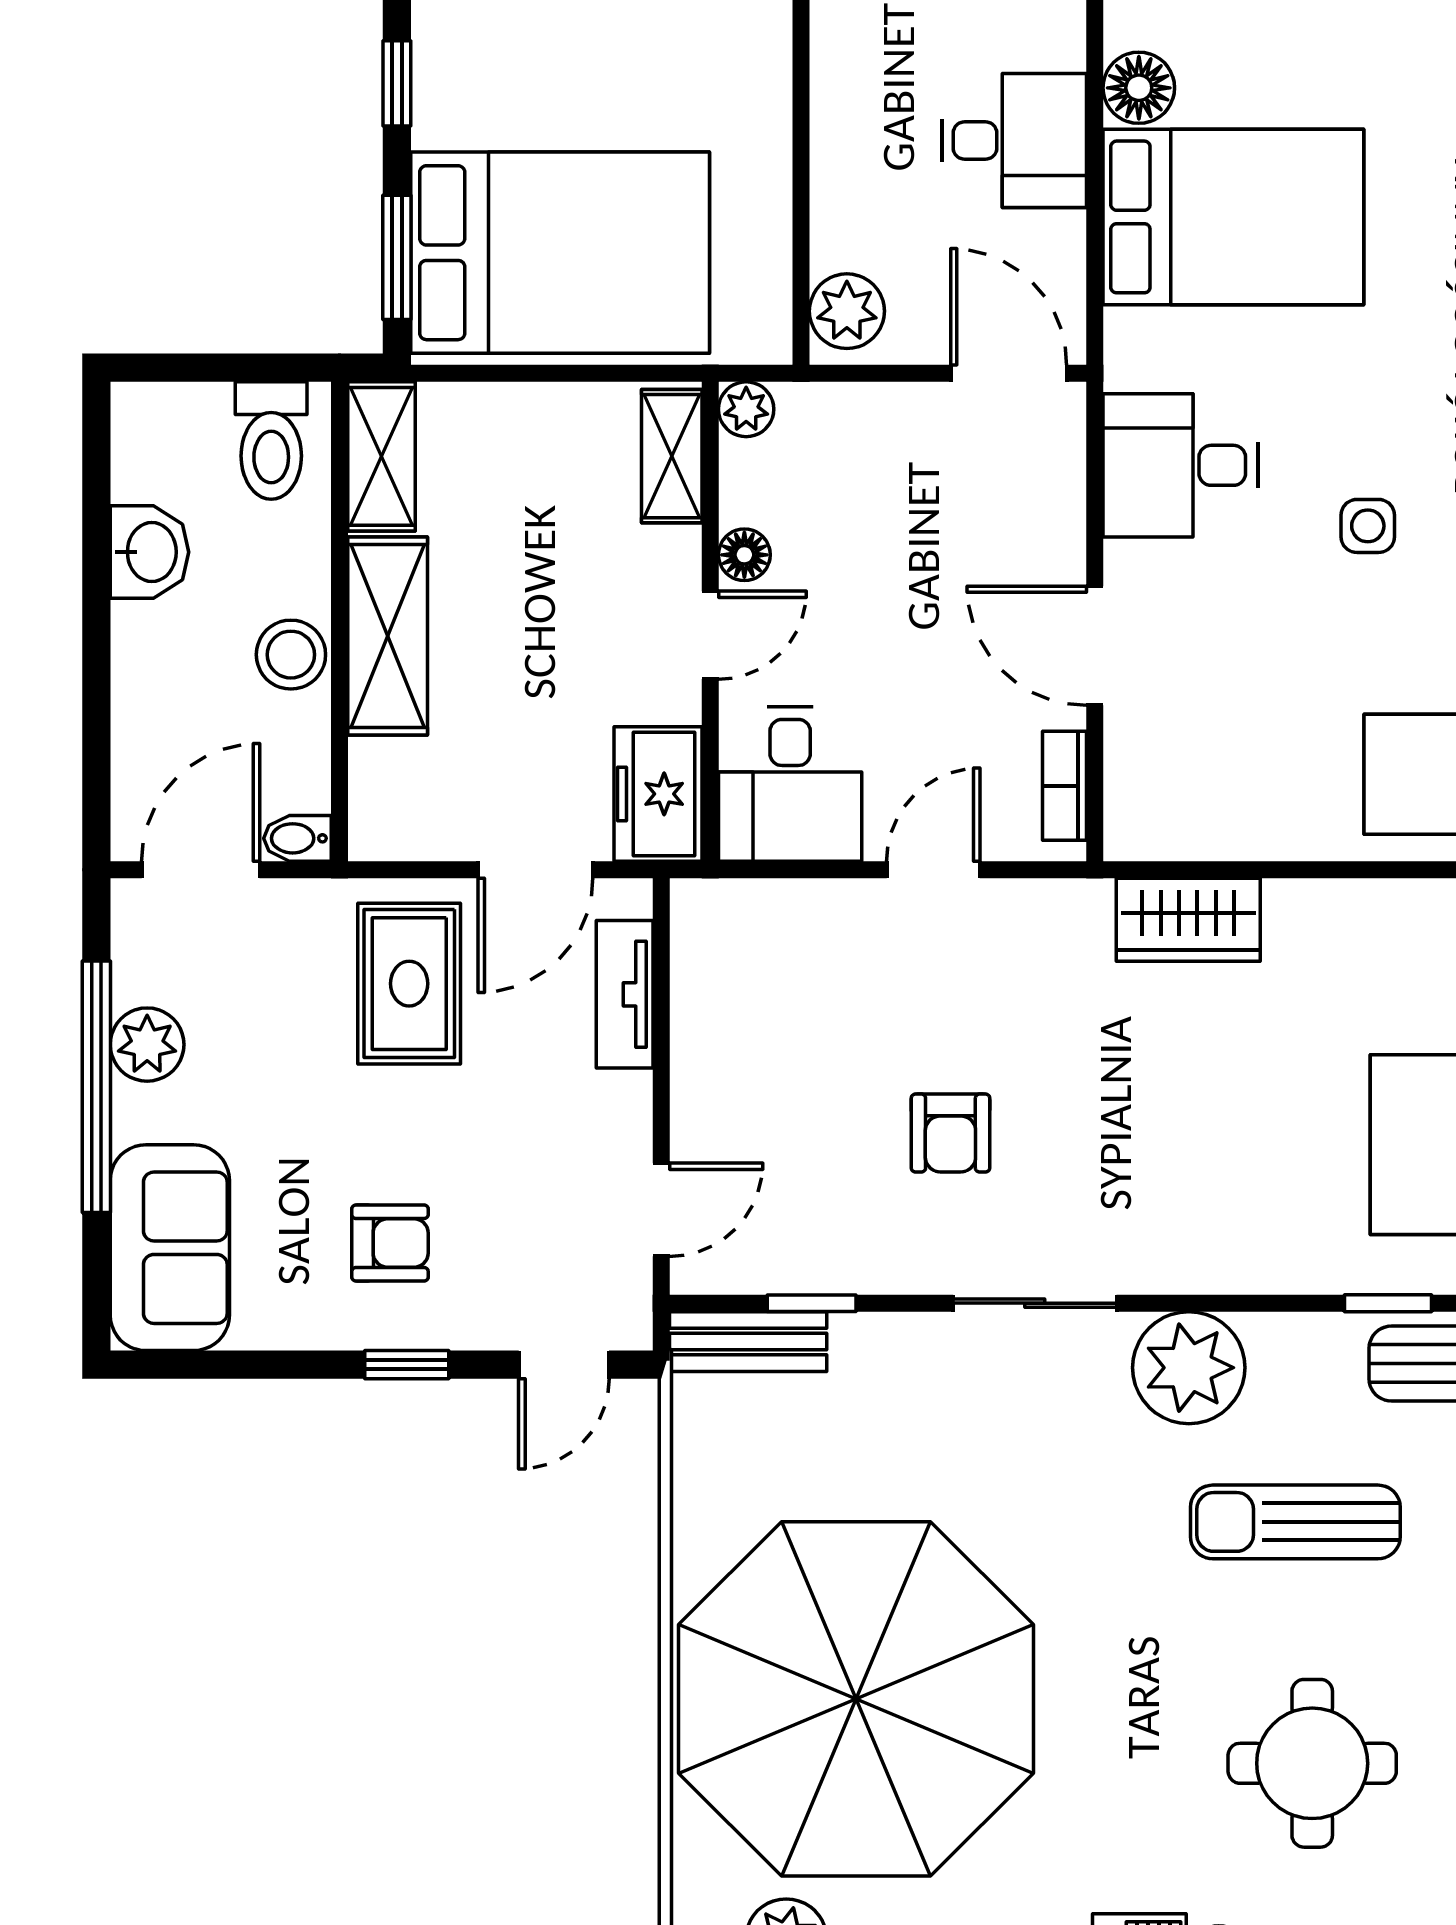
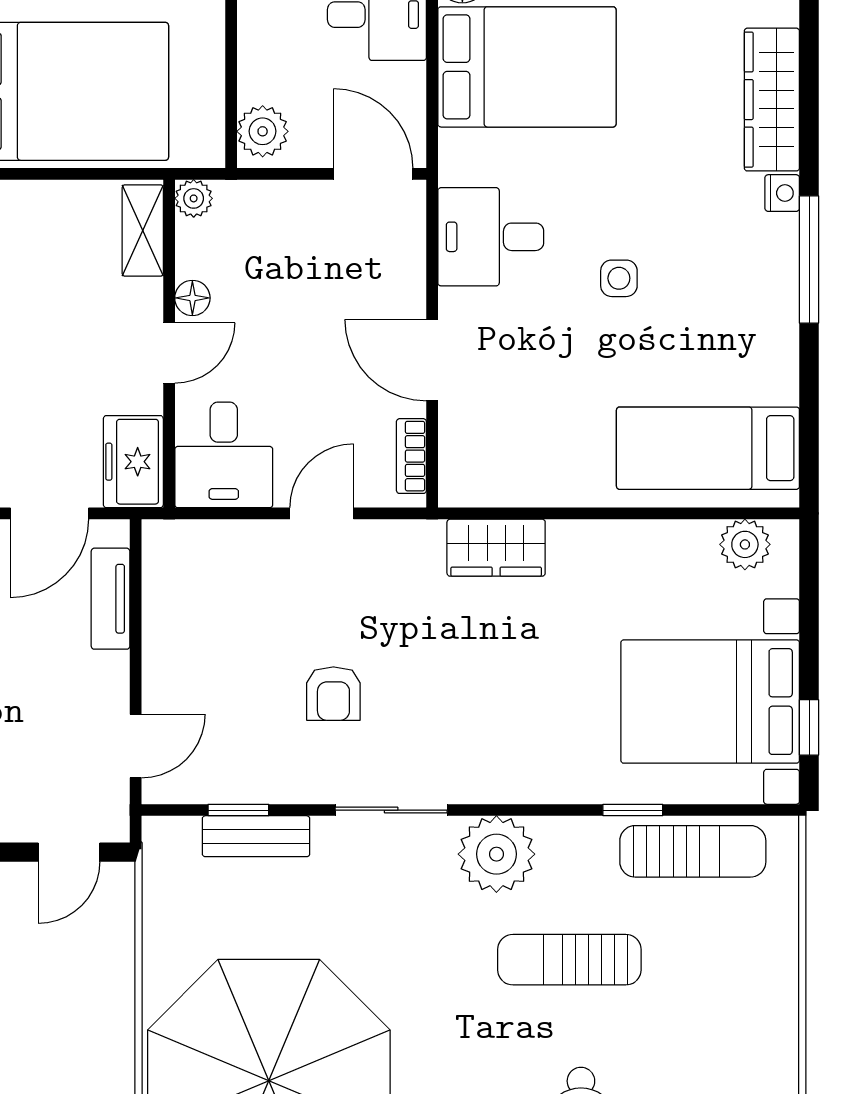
bench: (748, 1342) -> (256, 836), moved

